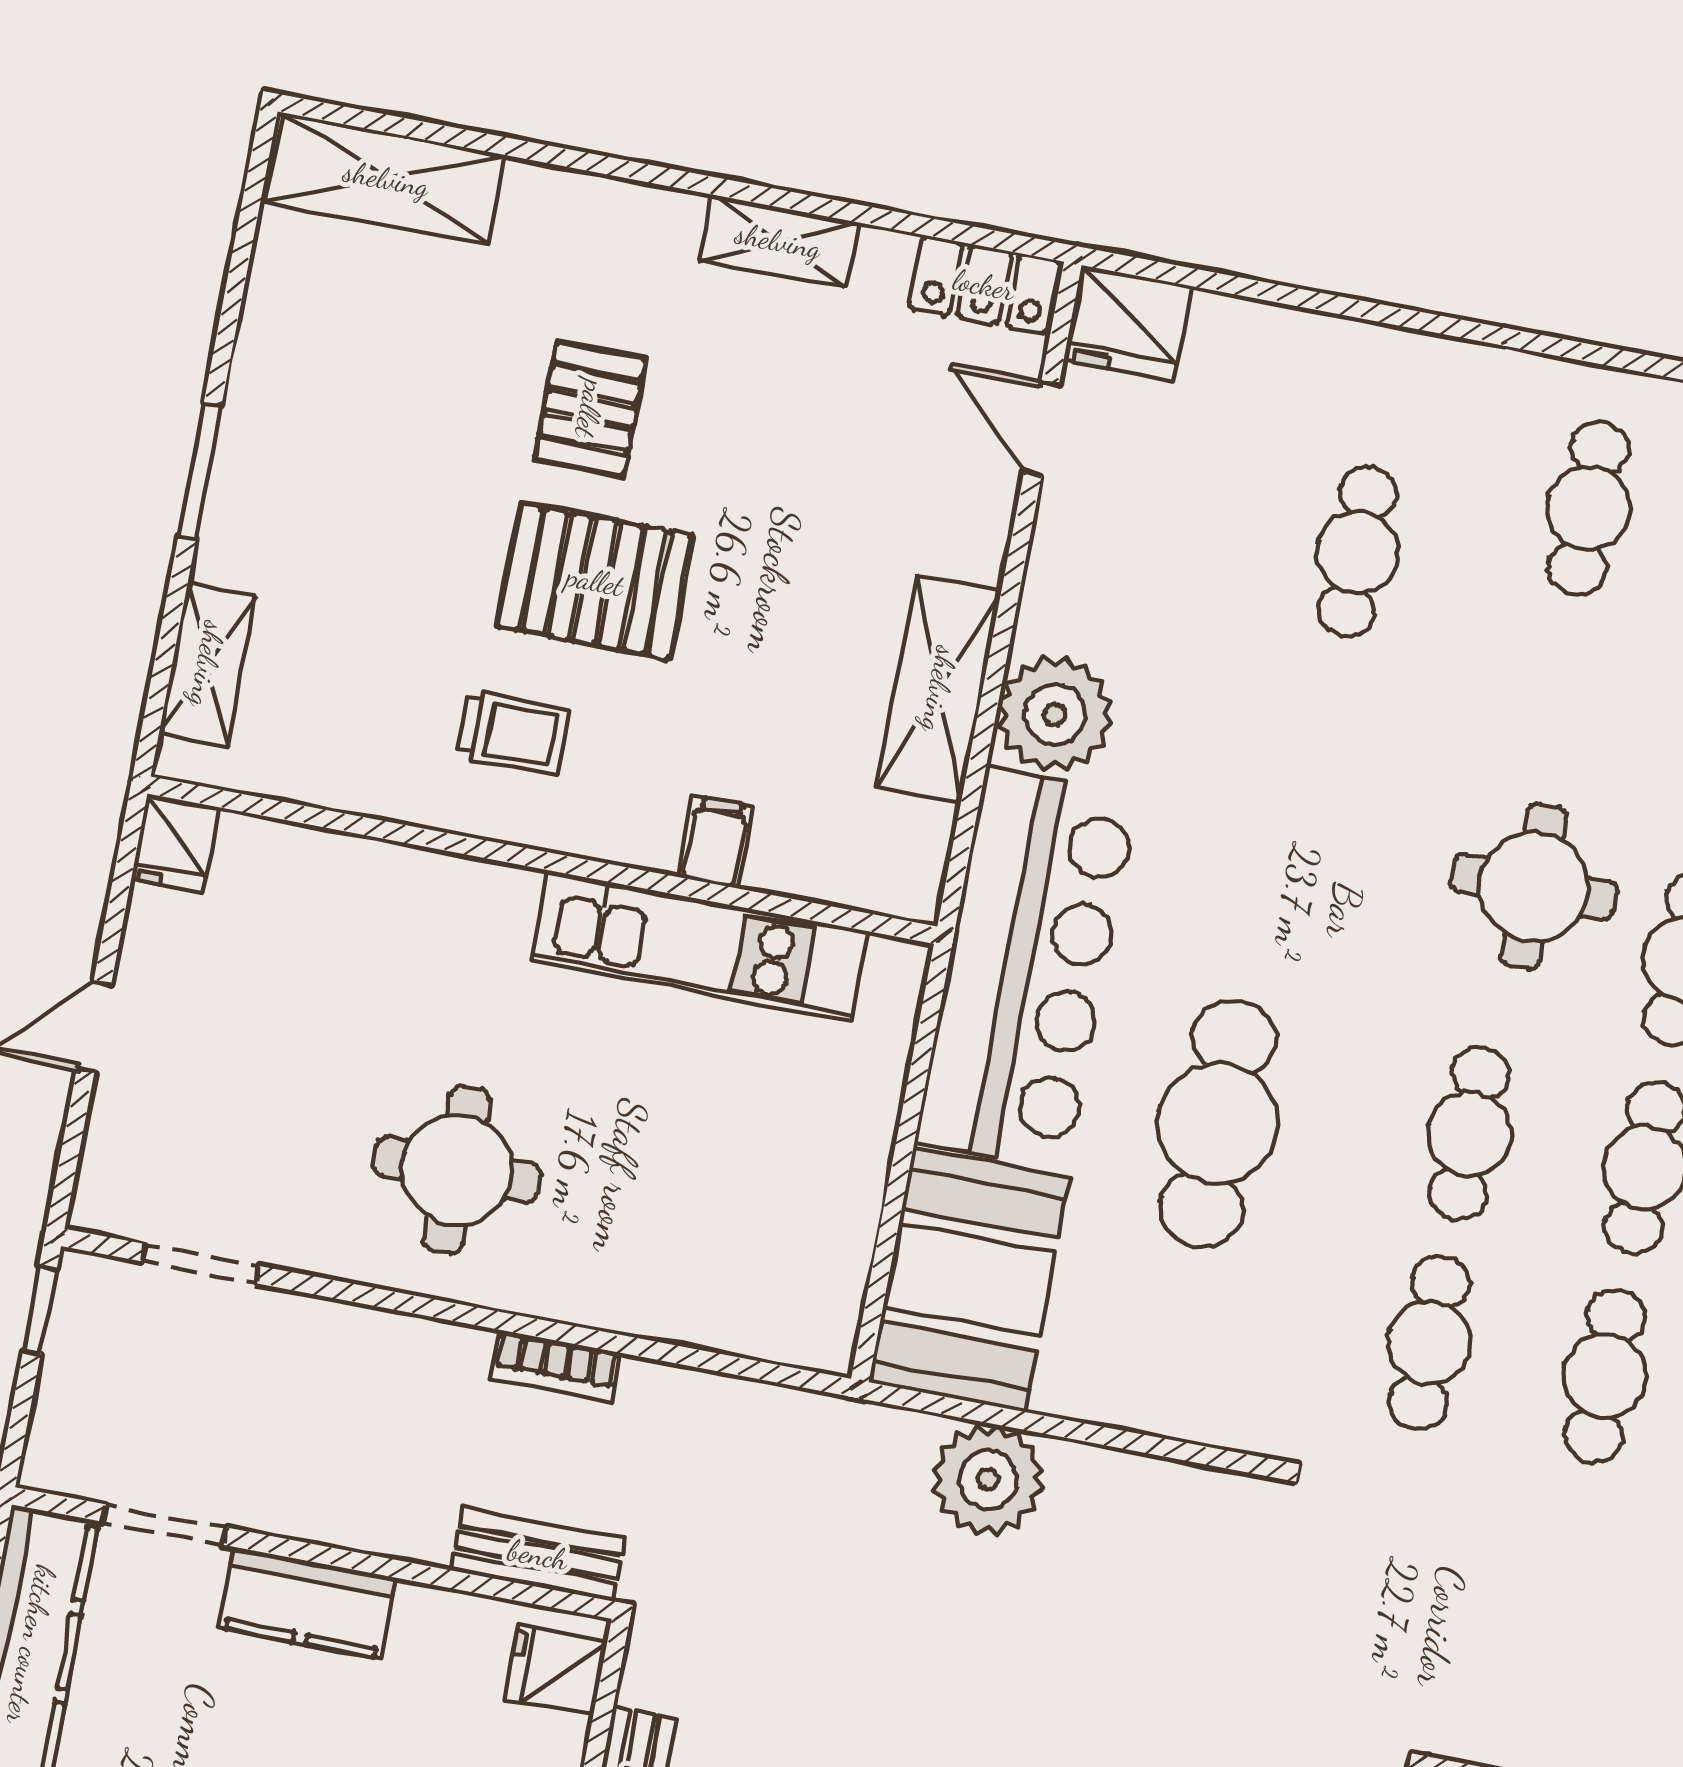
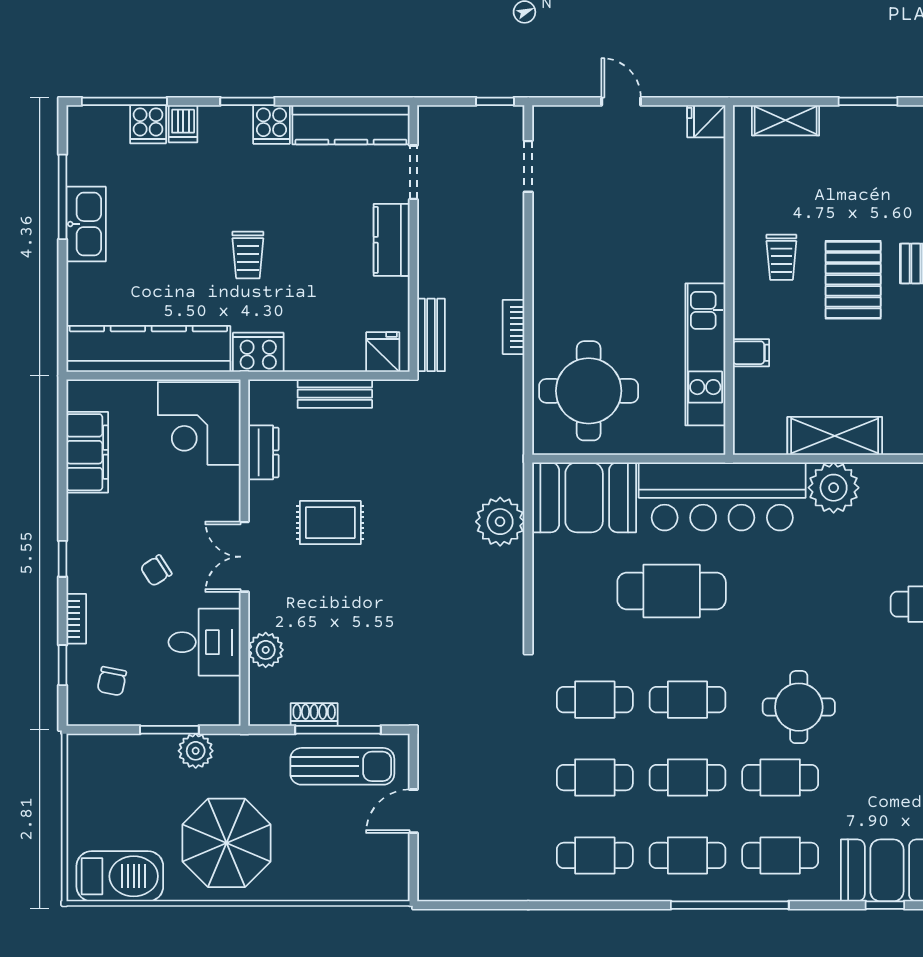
round table: (457, 1170) -> (589, 391), moved, width x1.36, depth x1.36

